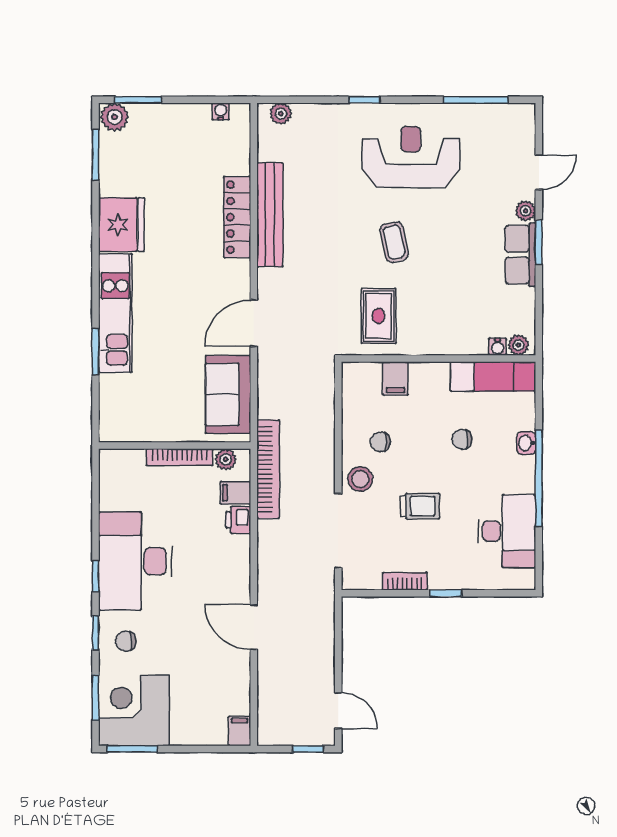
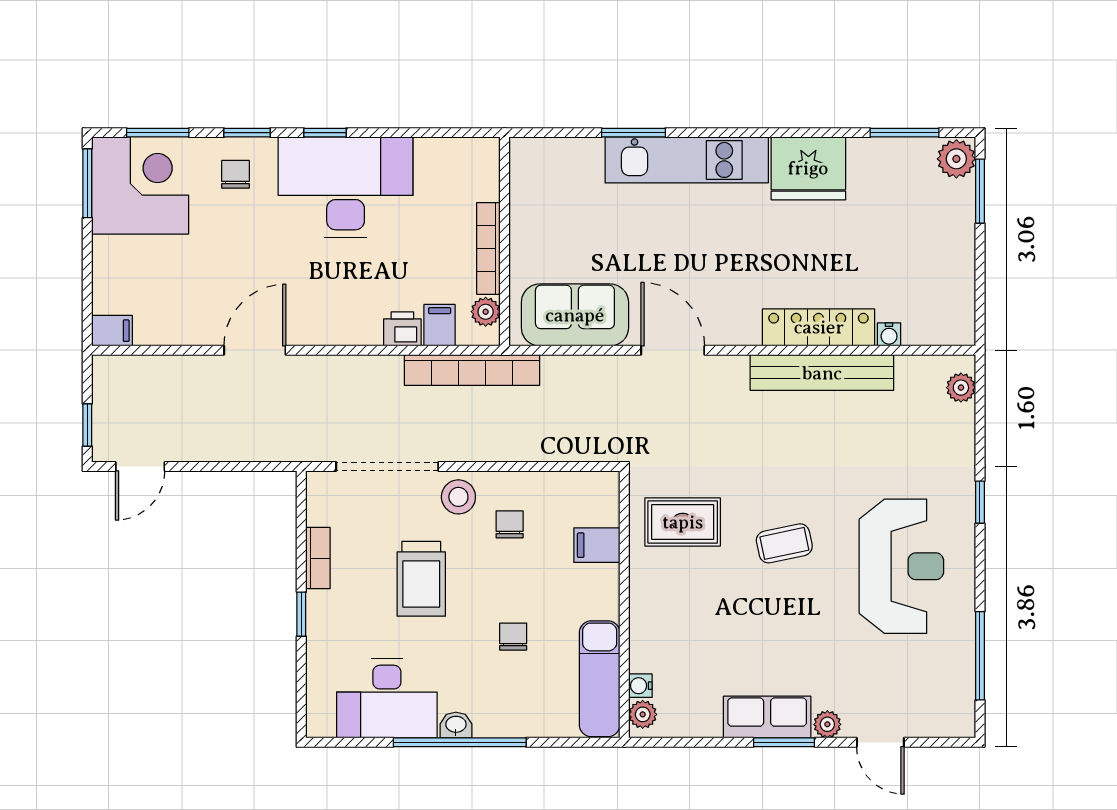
water cooler: (221, 111) -> (889, 334), moved, turned 90
washbasin: (526, 443) -> (456, 725), moved
trolley: (420, 506) -> (421, 579), width x1.36, depth x1.39

